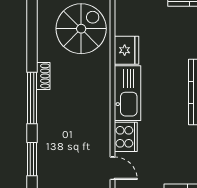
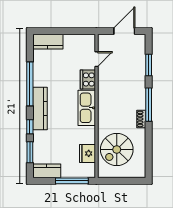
fridge: (126, 50) -> (87, 153), moved
door: (112, 168) -> (96, 59), swing flipped

